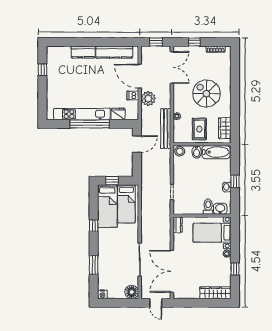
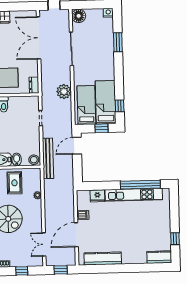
kitchen counter: (83, 52) -> (159, 257), moved
double door: (172, 67) -> (44, 244), width x0.73
door: (140, 76) -> (76, 235), swing flipped
plant: (148, 99) -> (64, 92), moved
window: (90, 124) -> (140, 185), moved
bench: (166, 129) -> (48, 158), moved
door: (137, 144) -> (77, 146), moved
window: (94, 226) -> (120, 106), moved
double door: (172, 271) -> (39, 38), swing flipped

